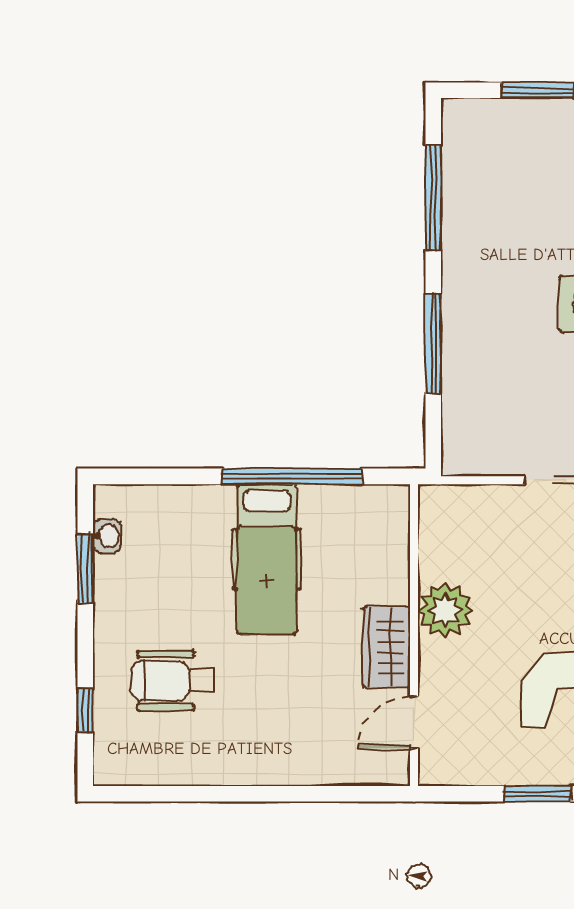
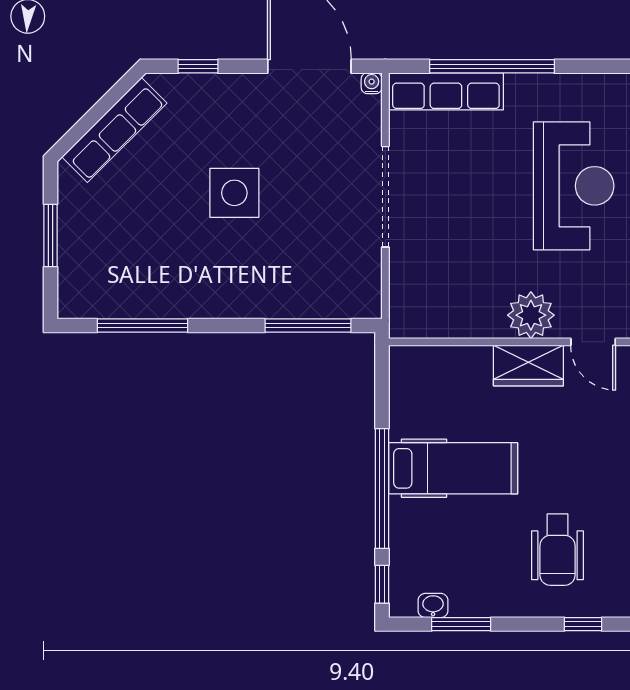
window: (433, 344) -> (308, 325), moved
window: (132, 476) -> (382, 584), added
window: (292, 476) -> (382, 488), moved
plant: (445, 610) -> (531, 315), moved

